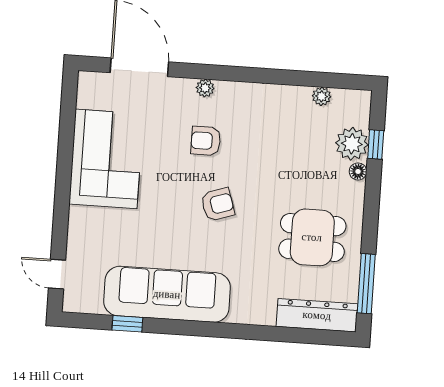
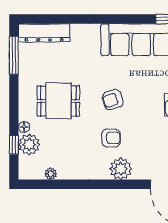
plant: (205, 88) -> (121, 169), width x1.87, depth x1.87
armchair: (206, 141) -> (111, 138), moved
dining table: (312, 237) -> (58, 101), moved

